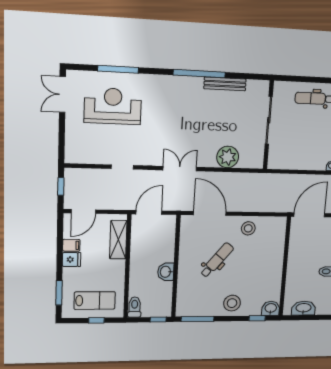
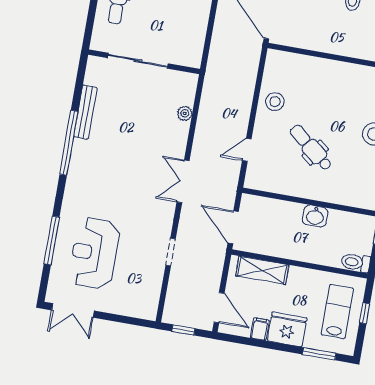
plant: (228, 157) -> (185, 113), width x0.53, depth x0.53
door: (210, 213) -> (247, 150), width x0.53
fridge: (72, 260) -> (287, 329), width x1.88, depth x1.34

